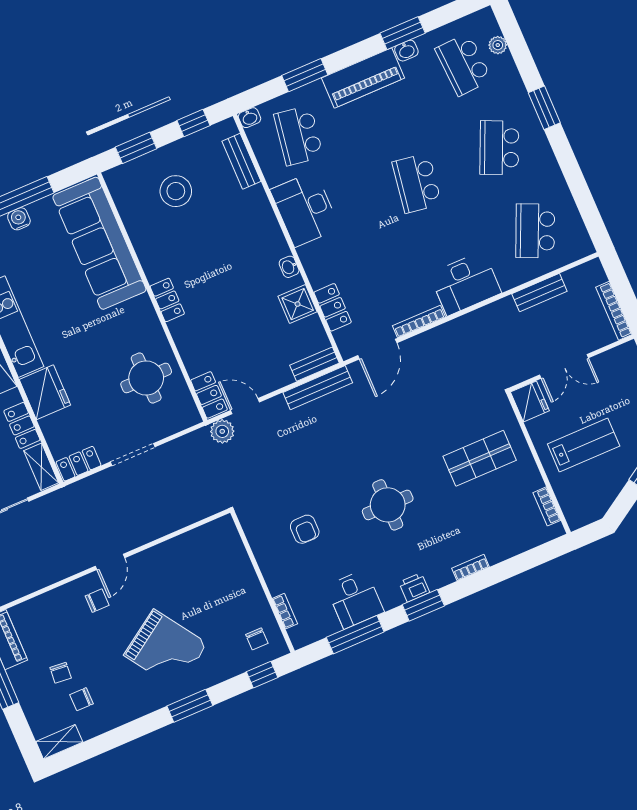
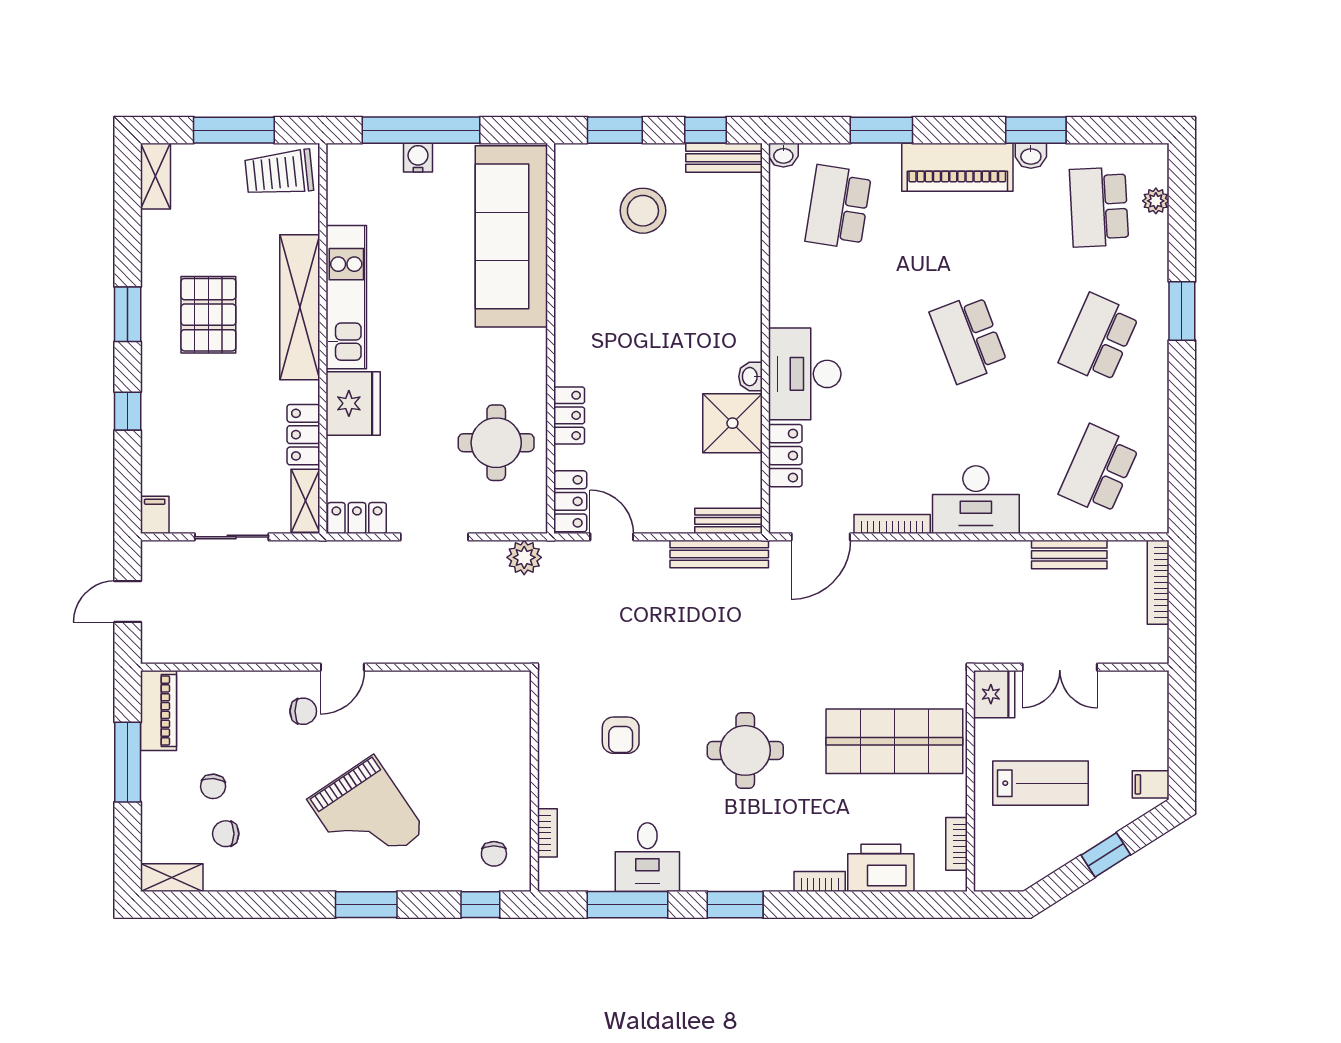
bench: (241, 161) -> (724, 158), moved, turned 90
school desk: (417, 183) -> (969, 338), turned -30
desk: (305, 209) -> (805, 374), moved
locker: (167, 300) -> (569, 415), moved
shower: (298, 304) -> (732, 423), width x1.36, depth x1.36
bookcase: (614, 311) -> (1158, 582), moved
plant: (222, 431) -> (524, 557), moved
shop shelf: (480, 458) -> (894, 741), width x1.43, depth x1.36
printer: (414, 587) -> (881, 868), moved, width x1.87, depth x1.48

